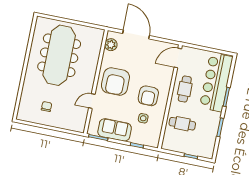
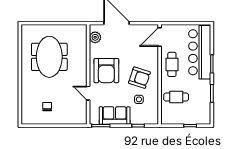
meeting table: (59, 55) -> (49, 57), width x0.73
armchair: (148, 96) -> (139, 78), turned -72
door: (92, 101) -> (88, 93), hinge flipped

